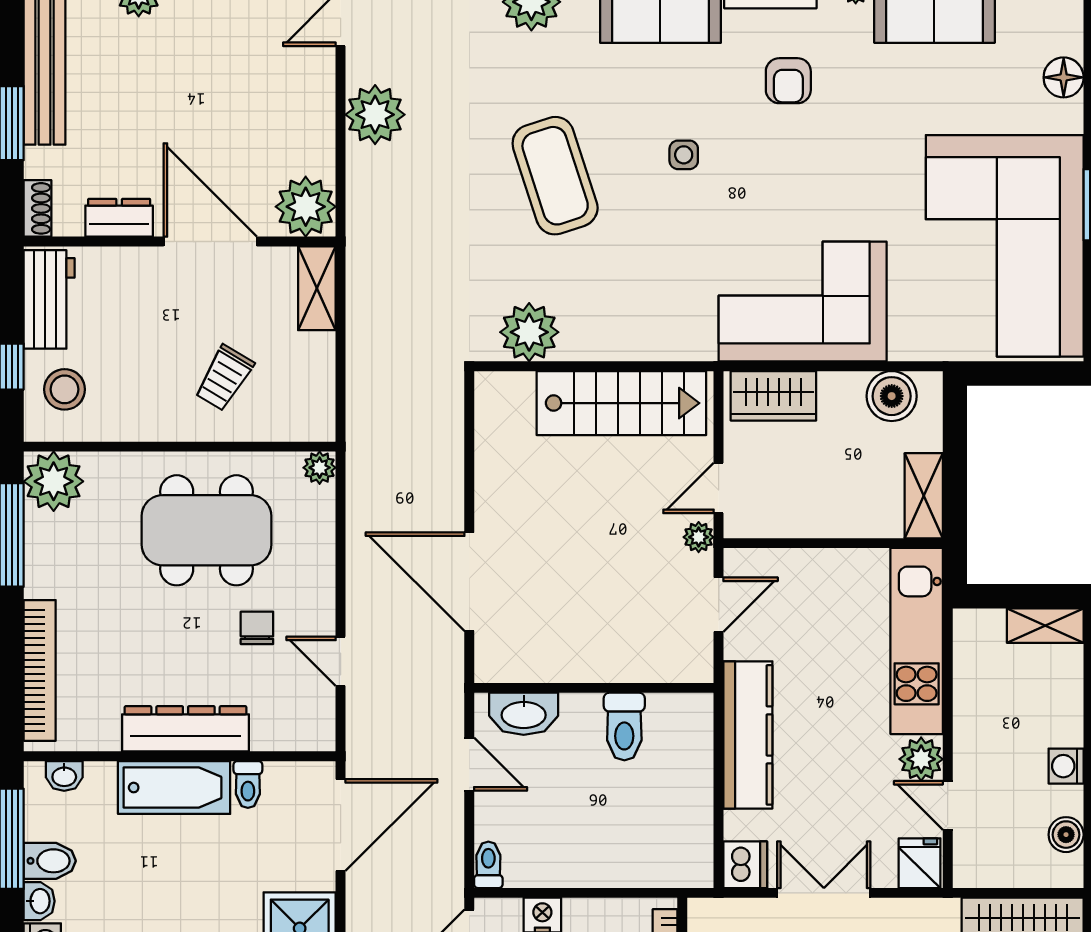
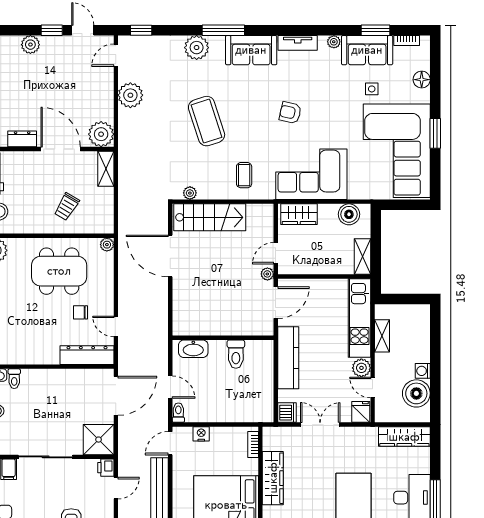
armchair: (788, 81) -> (290, 113), moved, turned 103
side table: (684, 155) -> (372, 89), moved
coffee table: (644, 303) -> (244, 175), added
plant: (529, 332) -> (190, 193), width x0.53, depth x0.53
stairs: (621, 403) -> (210, 217), moved
door: (469, 582) -> (170, 256), moved
door: (719, 605) -> (276, 303), width x1.37
shelving: (1045, 626) -> (382, 336), moved, turned 90
chair: (257, 628) -> (80, 312), turned -90
dresser: (186, 729) -> (87, 355), moved
door: (469, 764) -> (170, 387), moved
toilet: (248, 785) -> (14, 379), moved
bathtub: (174, 788) -> (45, 380), removed
boiler: (1066, 835) -> (416, 393), width x1.86, depth x1.86

